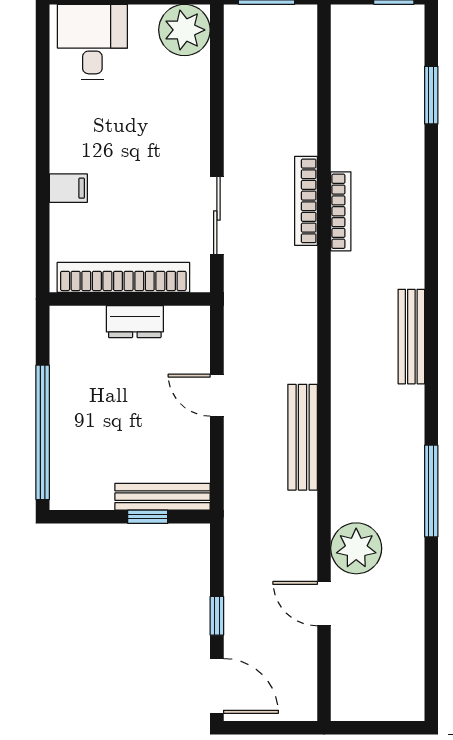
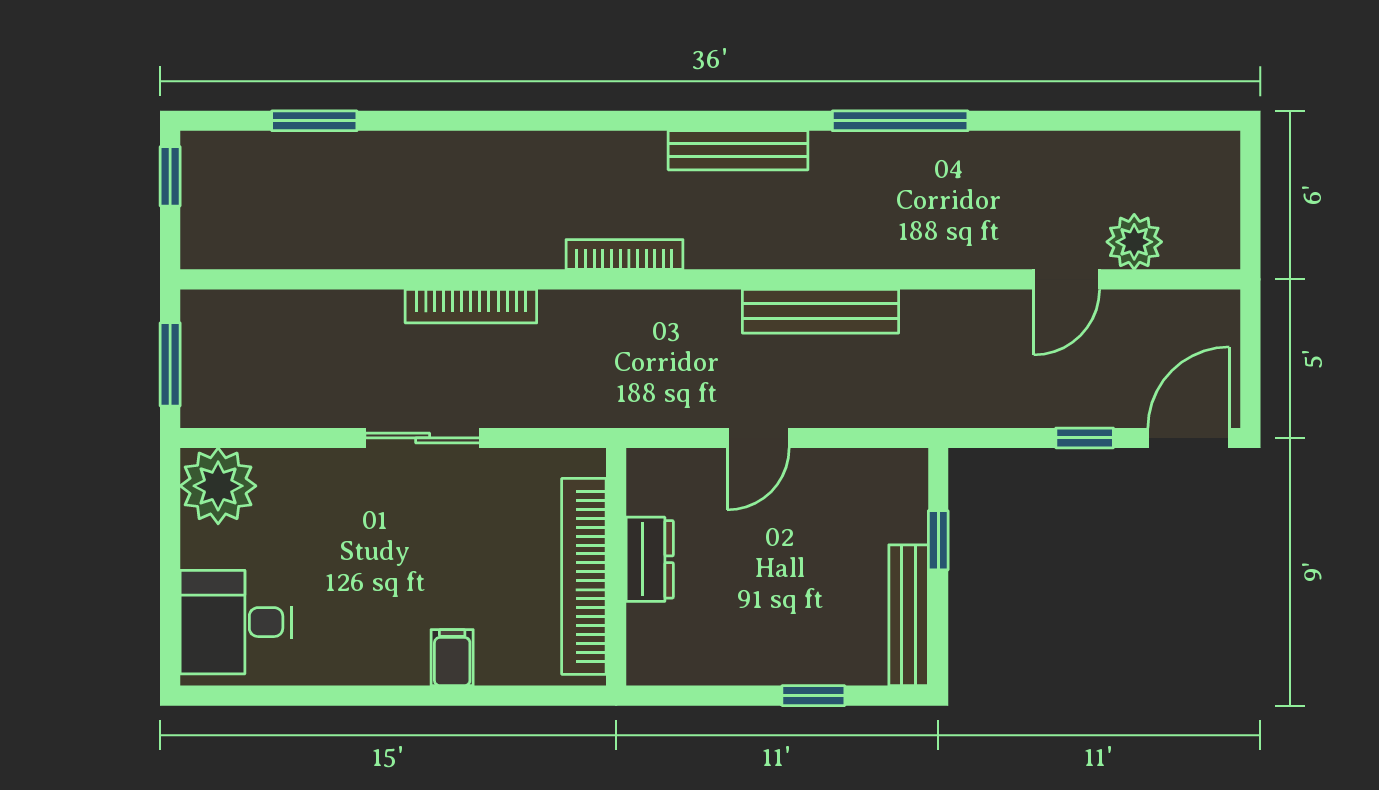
bookcase: (341, 211) -> (624, 255), moved
sliding door: (217, 216) -> (423, 438), moved
bench: (411, 337) -> (738, 150), moved
window: (43, 432) -> (813, 696), width x0.32
bench: (163, 497) -> (909, 615), moved
plant: (356, 548) -> (1134, 242), moved, width x0.73, depth x0.73

